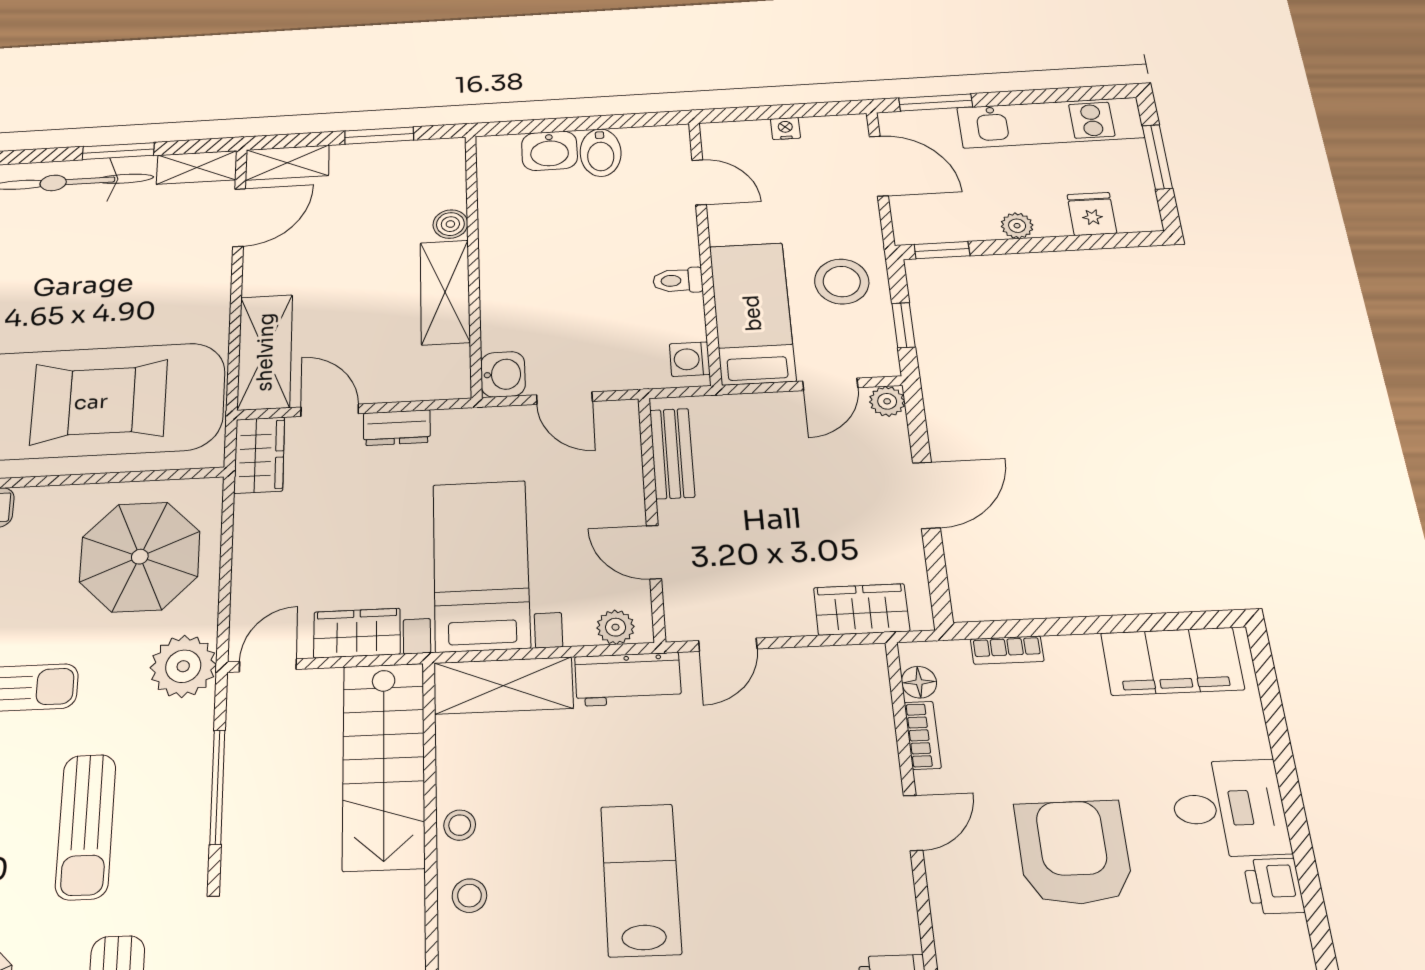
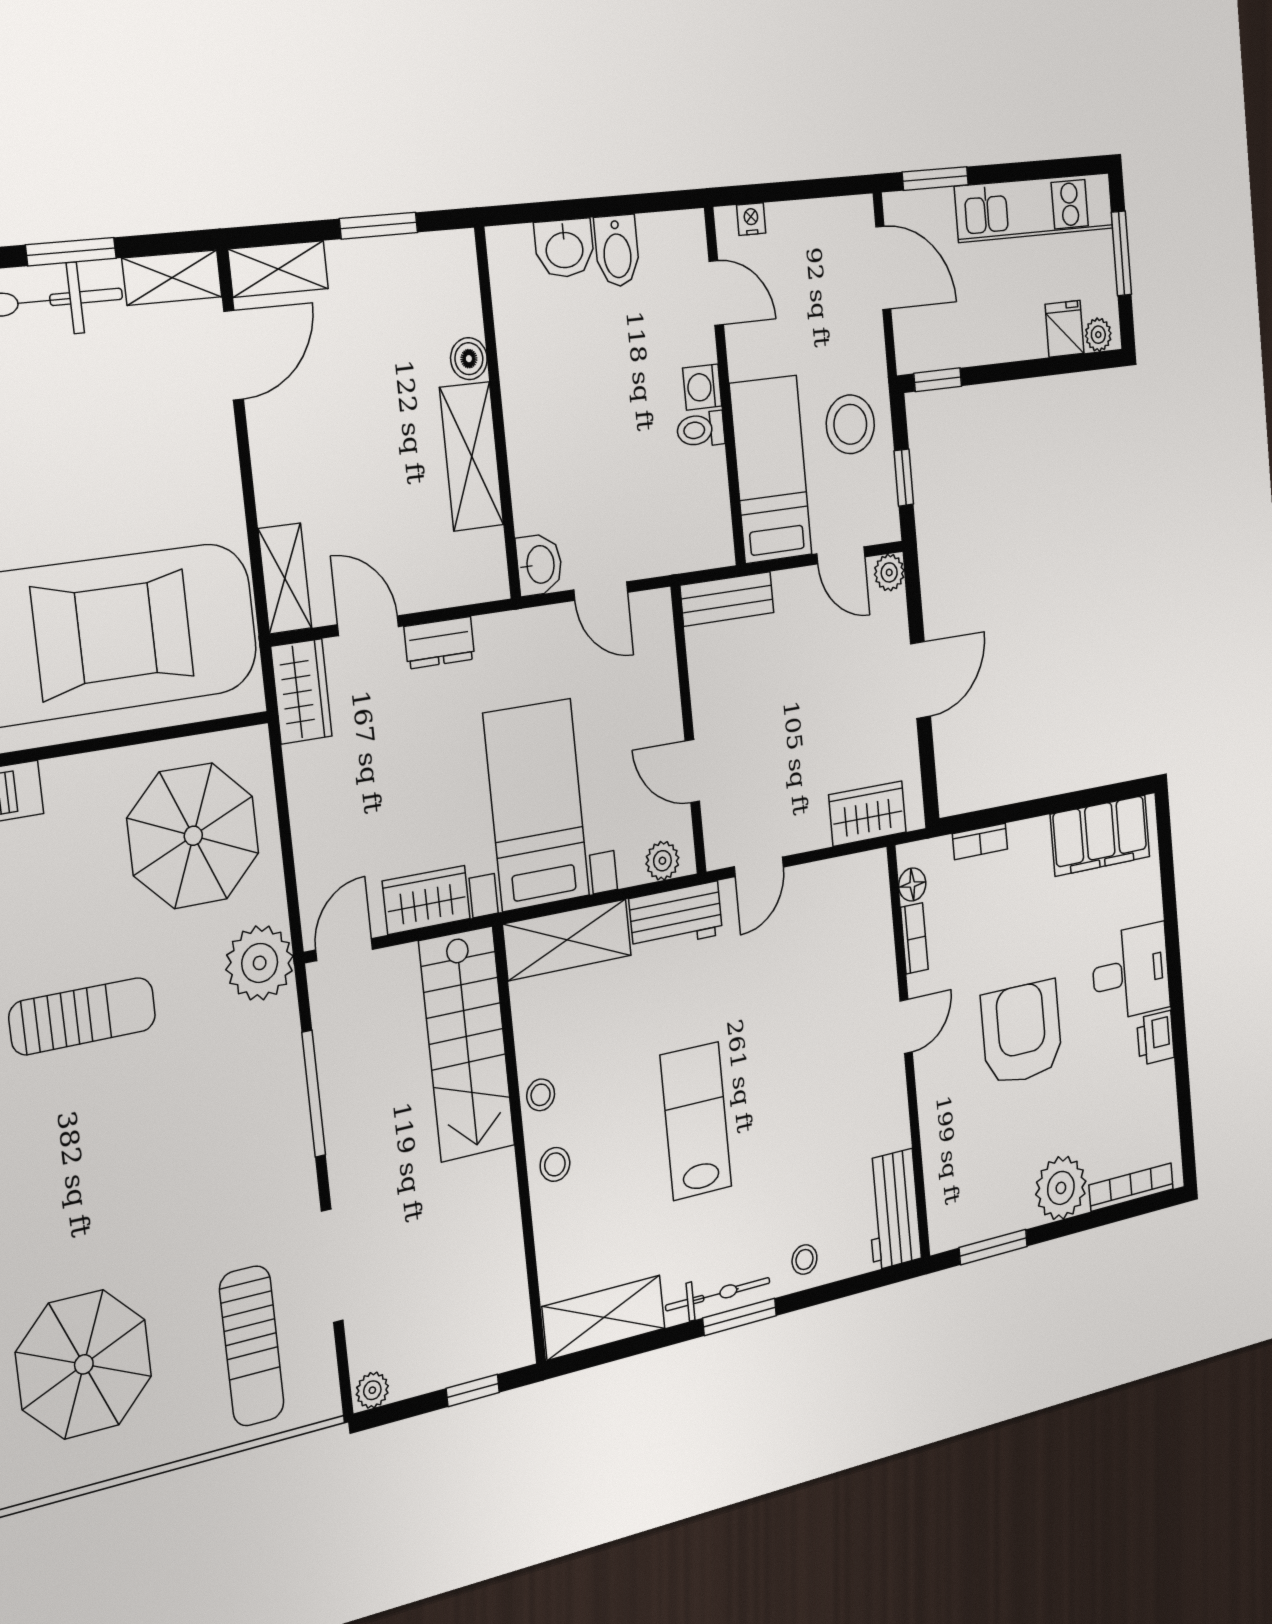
nightstand: (785, 128) -> (751, 219), moved
plant: (1017, 226) -> (1098, 335), moved
shelving: (265, 352) -> (285, 578), width x0.67, depth x0.75
washing machine: (690, 359) -> (702, 387), moved
door: (830, 384) -> (841, 555), hinge flipped
bench: (672, 453) -> (727, 599), moved, turned 90
sun lounger: (86, 826) -> (191, 1160), removed

